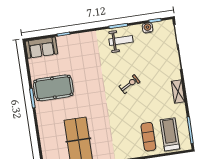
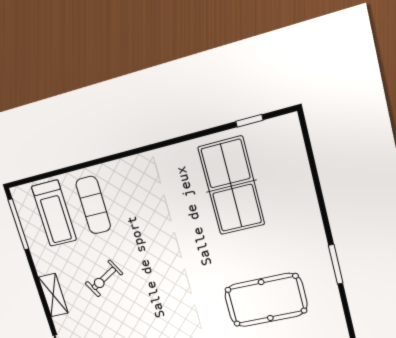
exercise bike: (129, 84) -> (104, 278), moved
pool table: (53, 88) -> (266, 300), moved

